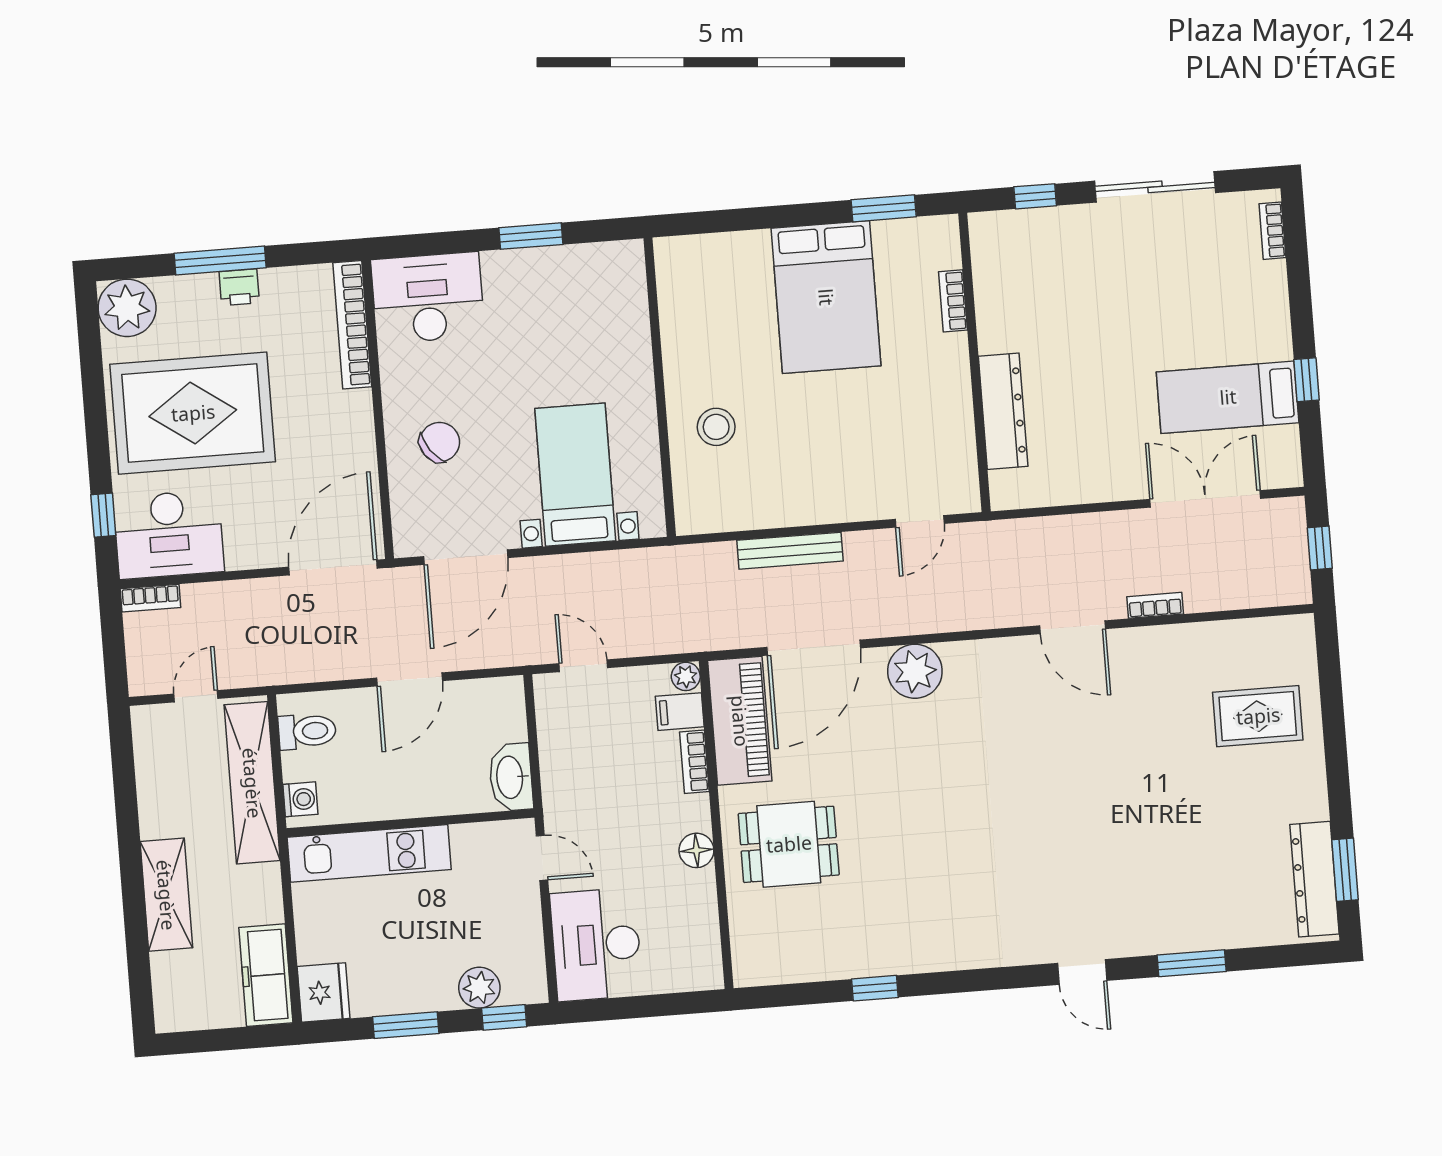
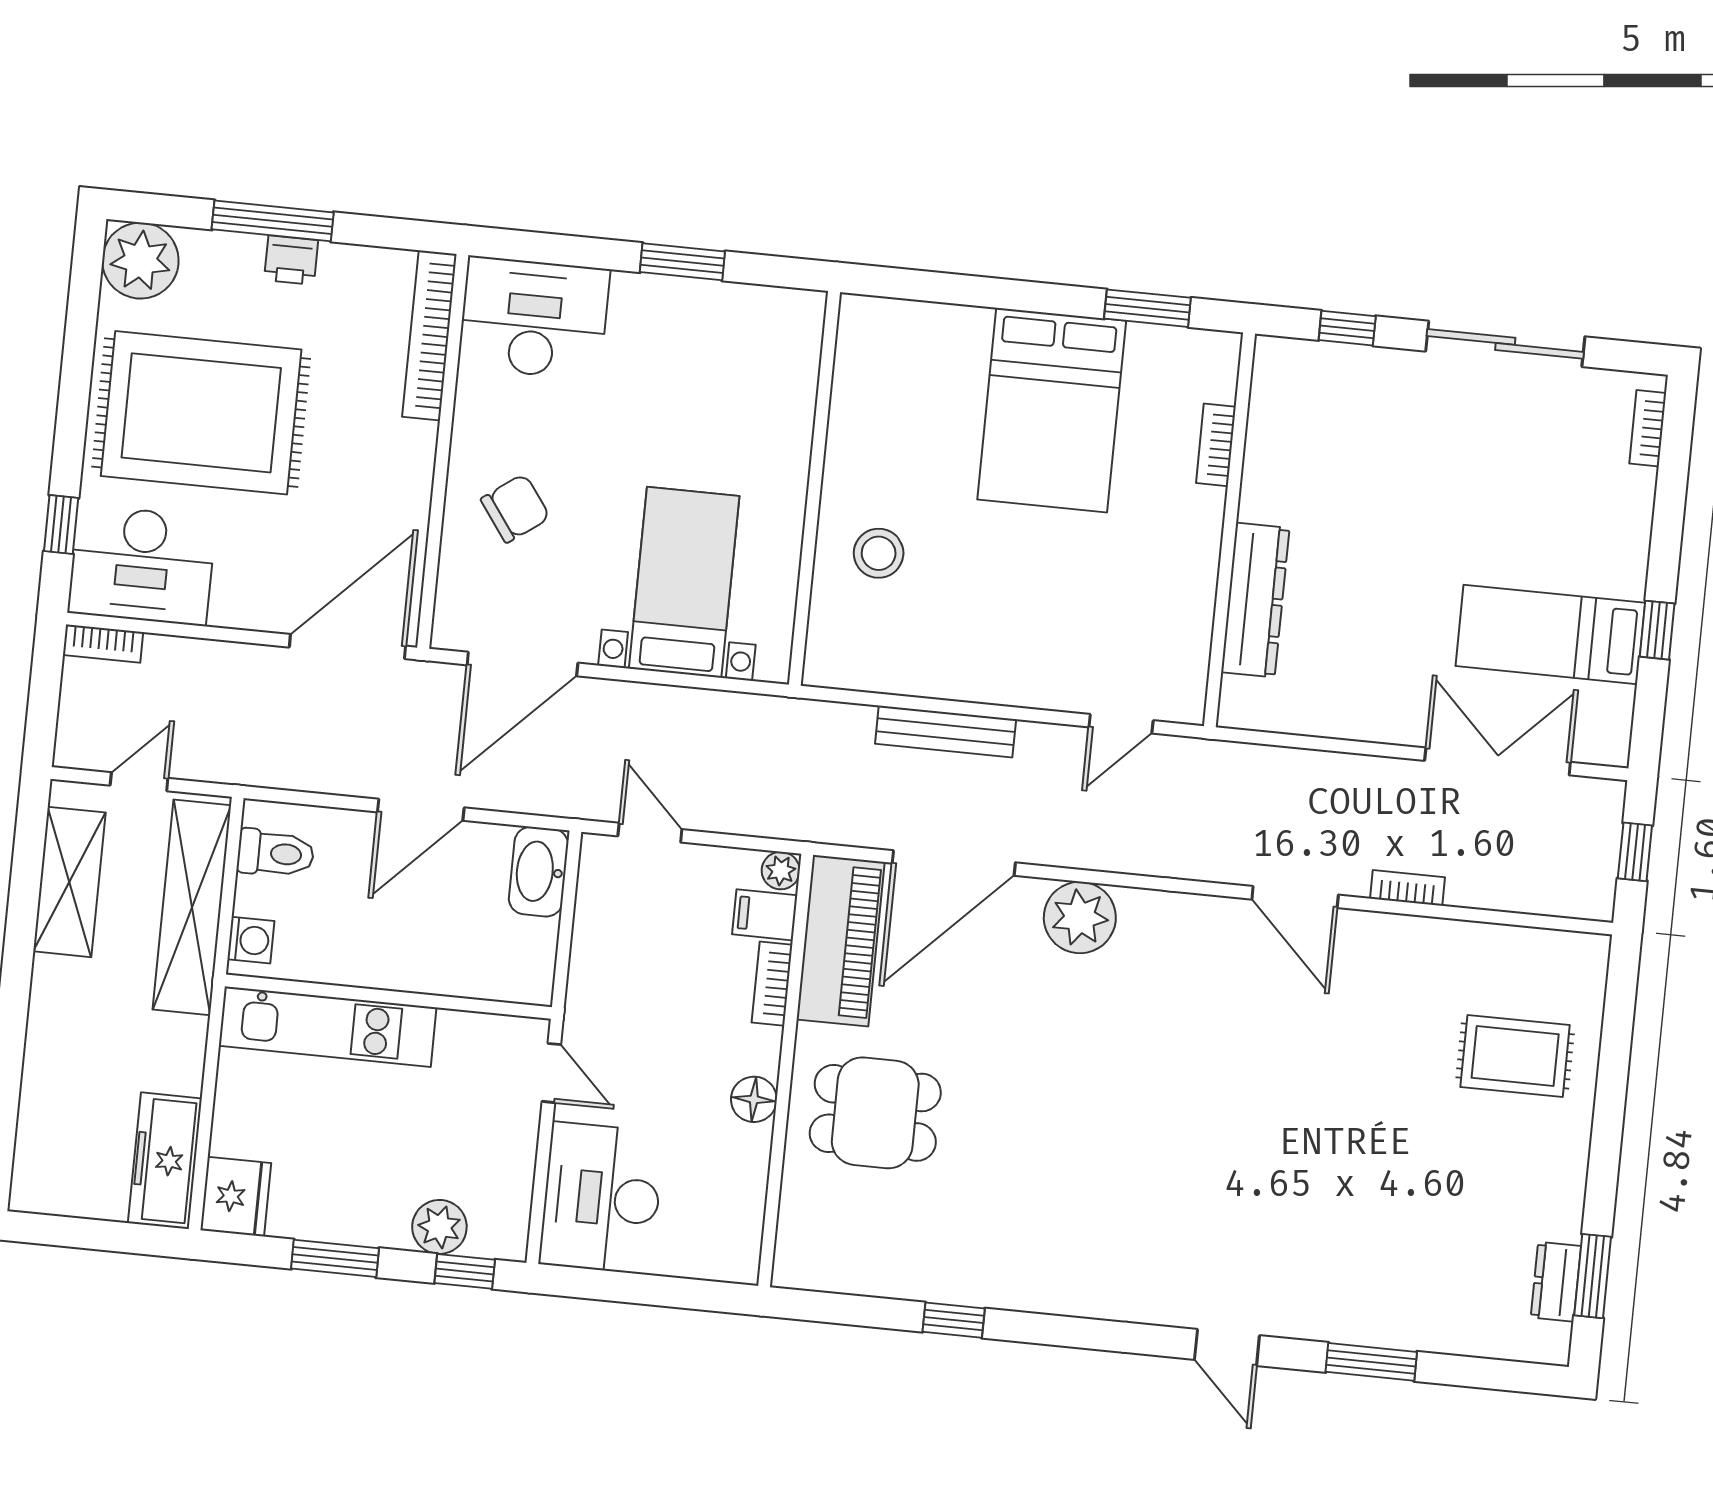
washbasin: (511, 777) -> (539, 872), moved
dresser: (1314, 879) -> (1556, 1282), width x0.51, depth x0.80
shelving: (166, 895) -> (69, 882), moved

